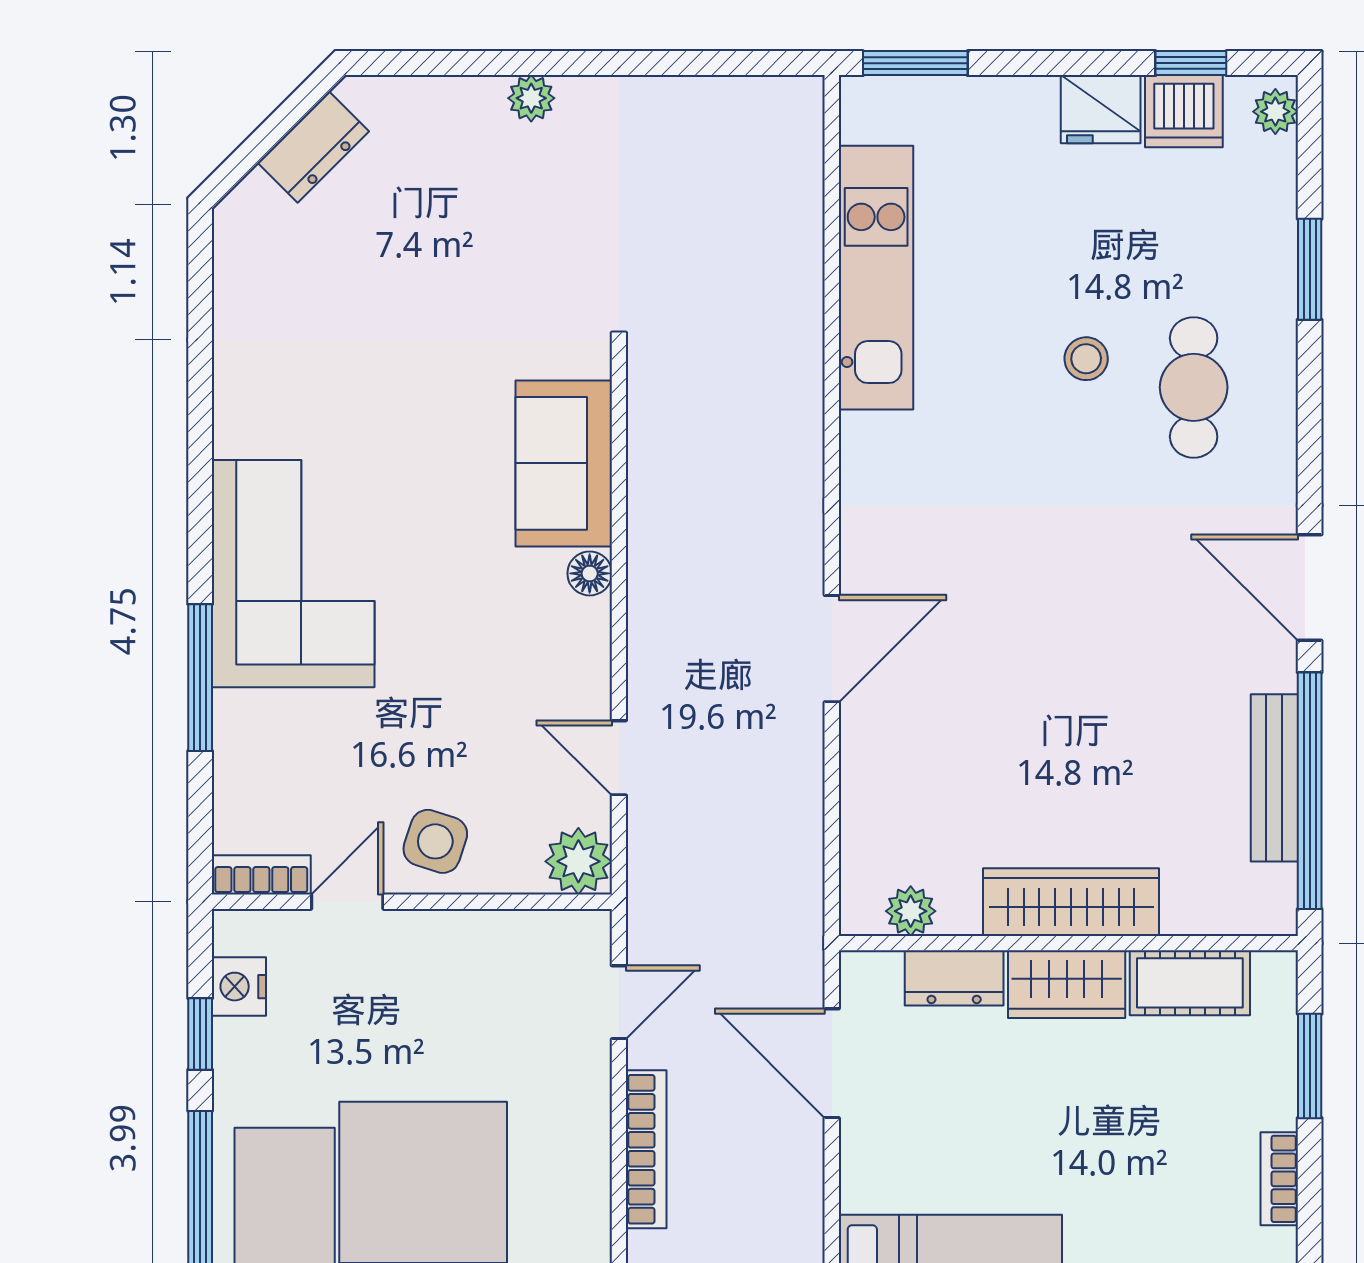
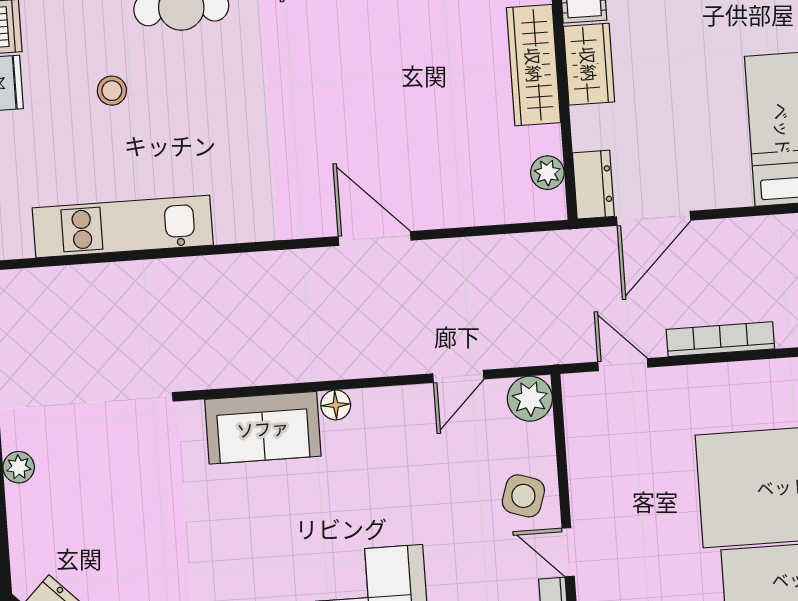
stool: (1086, 359) -> (112, 91), moved
dresser: (954, 978) -> (593, 185), moved

